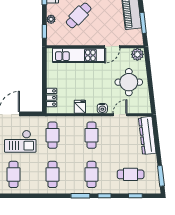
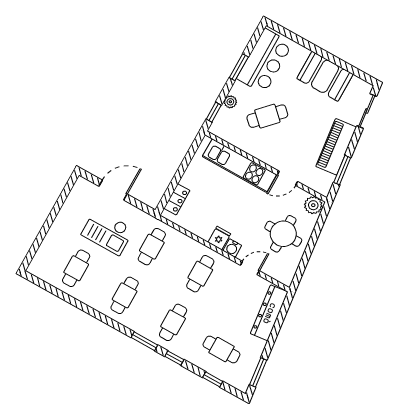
fridge: (80, 107) -> (219, 238), moved

